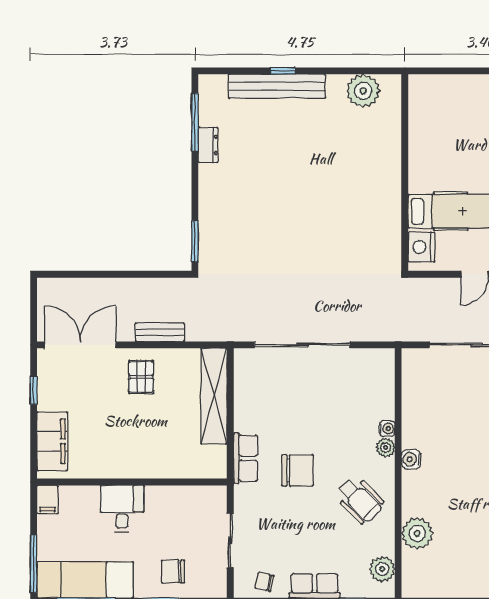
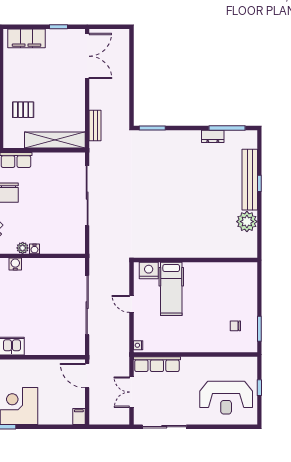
plant: (363, 91) -> (247, 222), moved
bench: (160, 332) -> (95, 125), moved
pallet: (141, 377) -> (23, 110), moved

